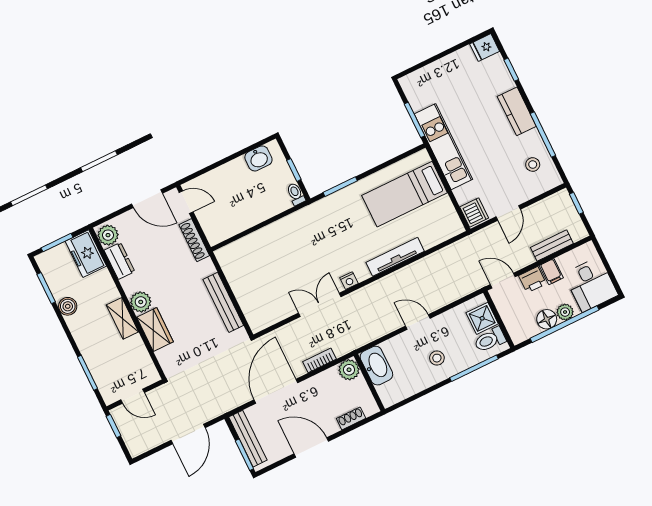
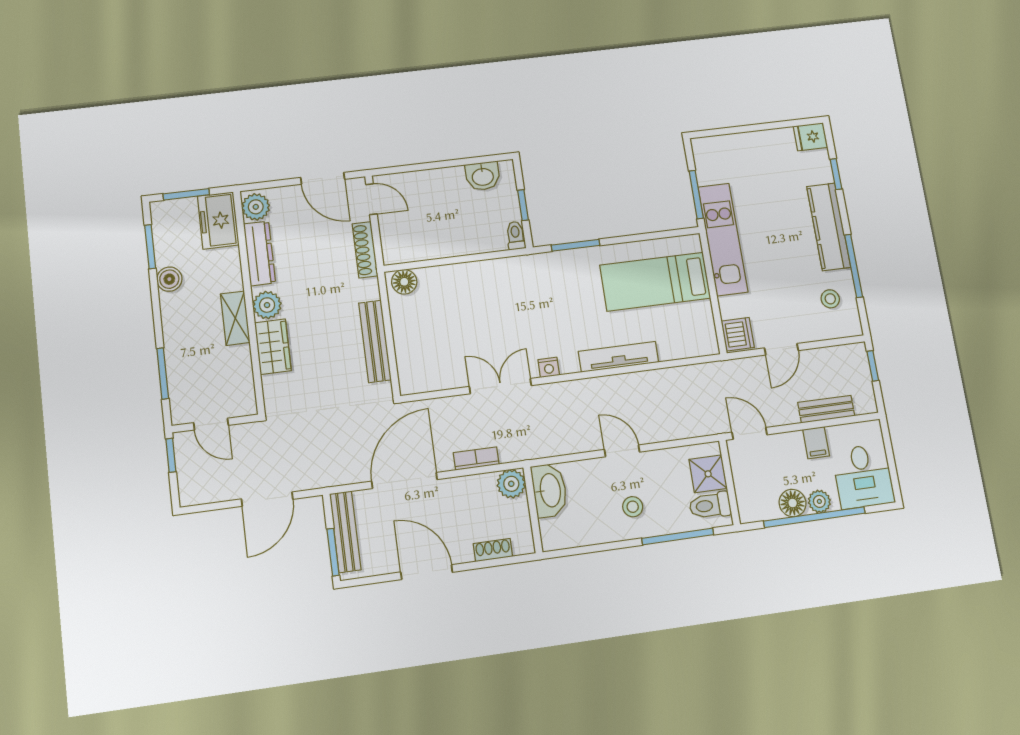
kitchen counter: (517, 111) -> (829, 227), width x1.50
floor lamp: (229, 254) -> (404, 282), added
dresser: (119, 261) -> (260, 253), width x1.44
printer: (532, 280) -> (788, 445), removed

